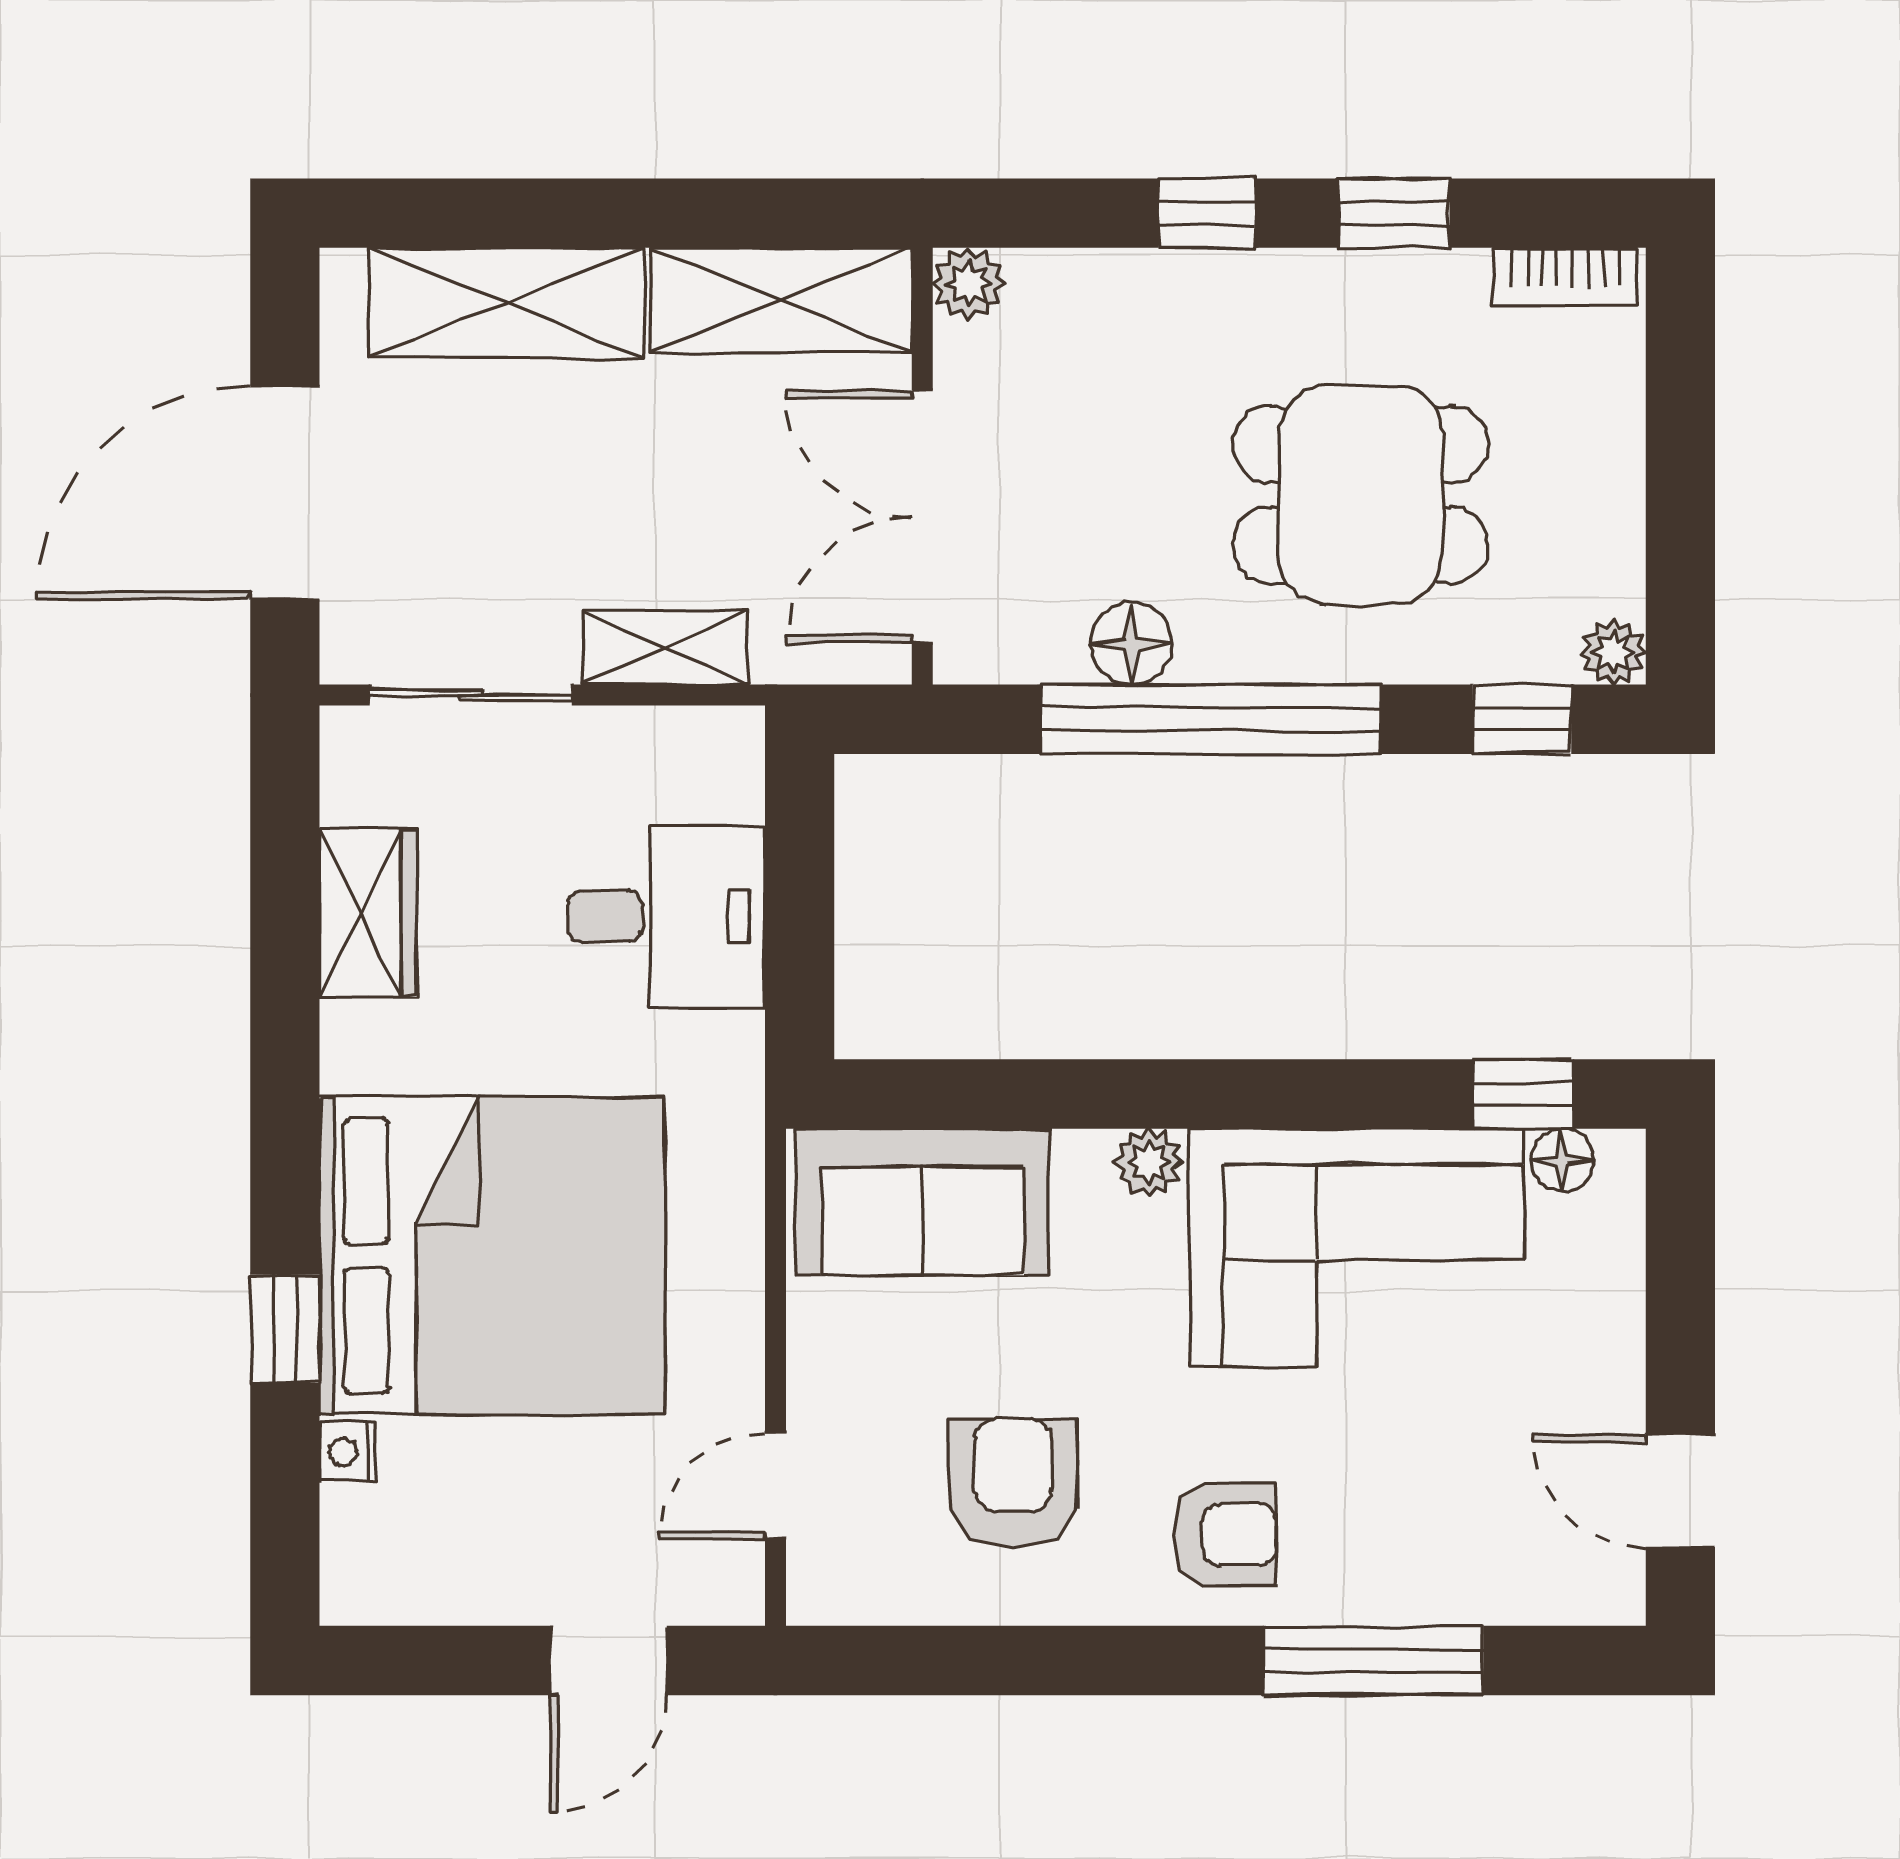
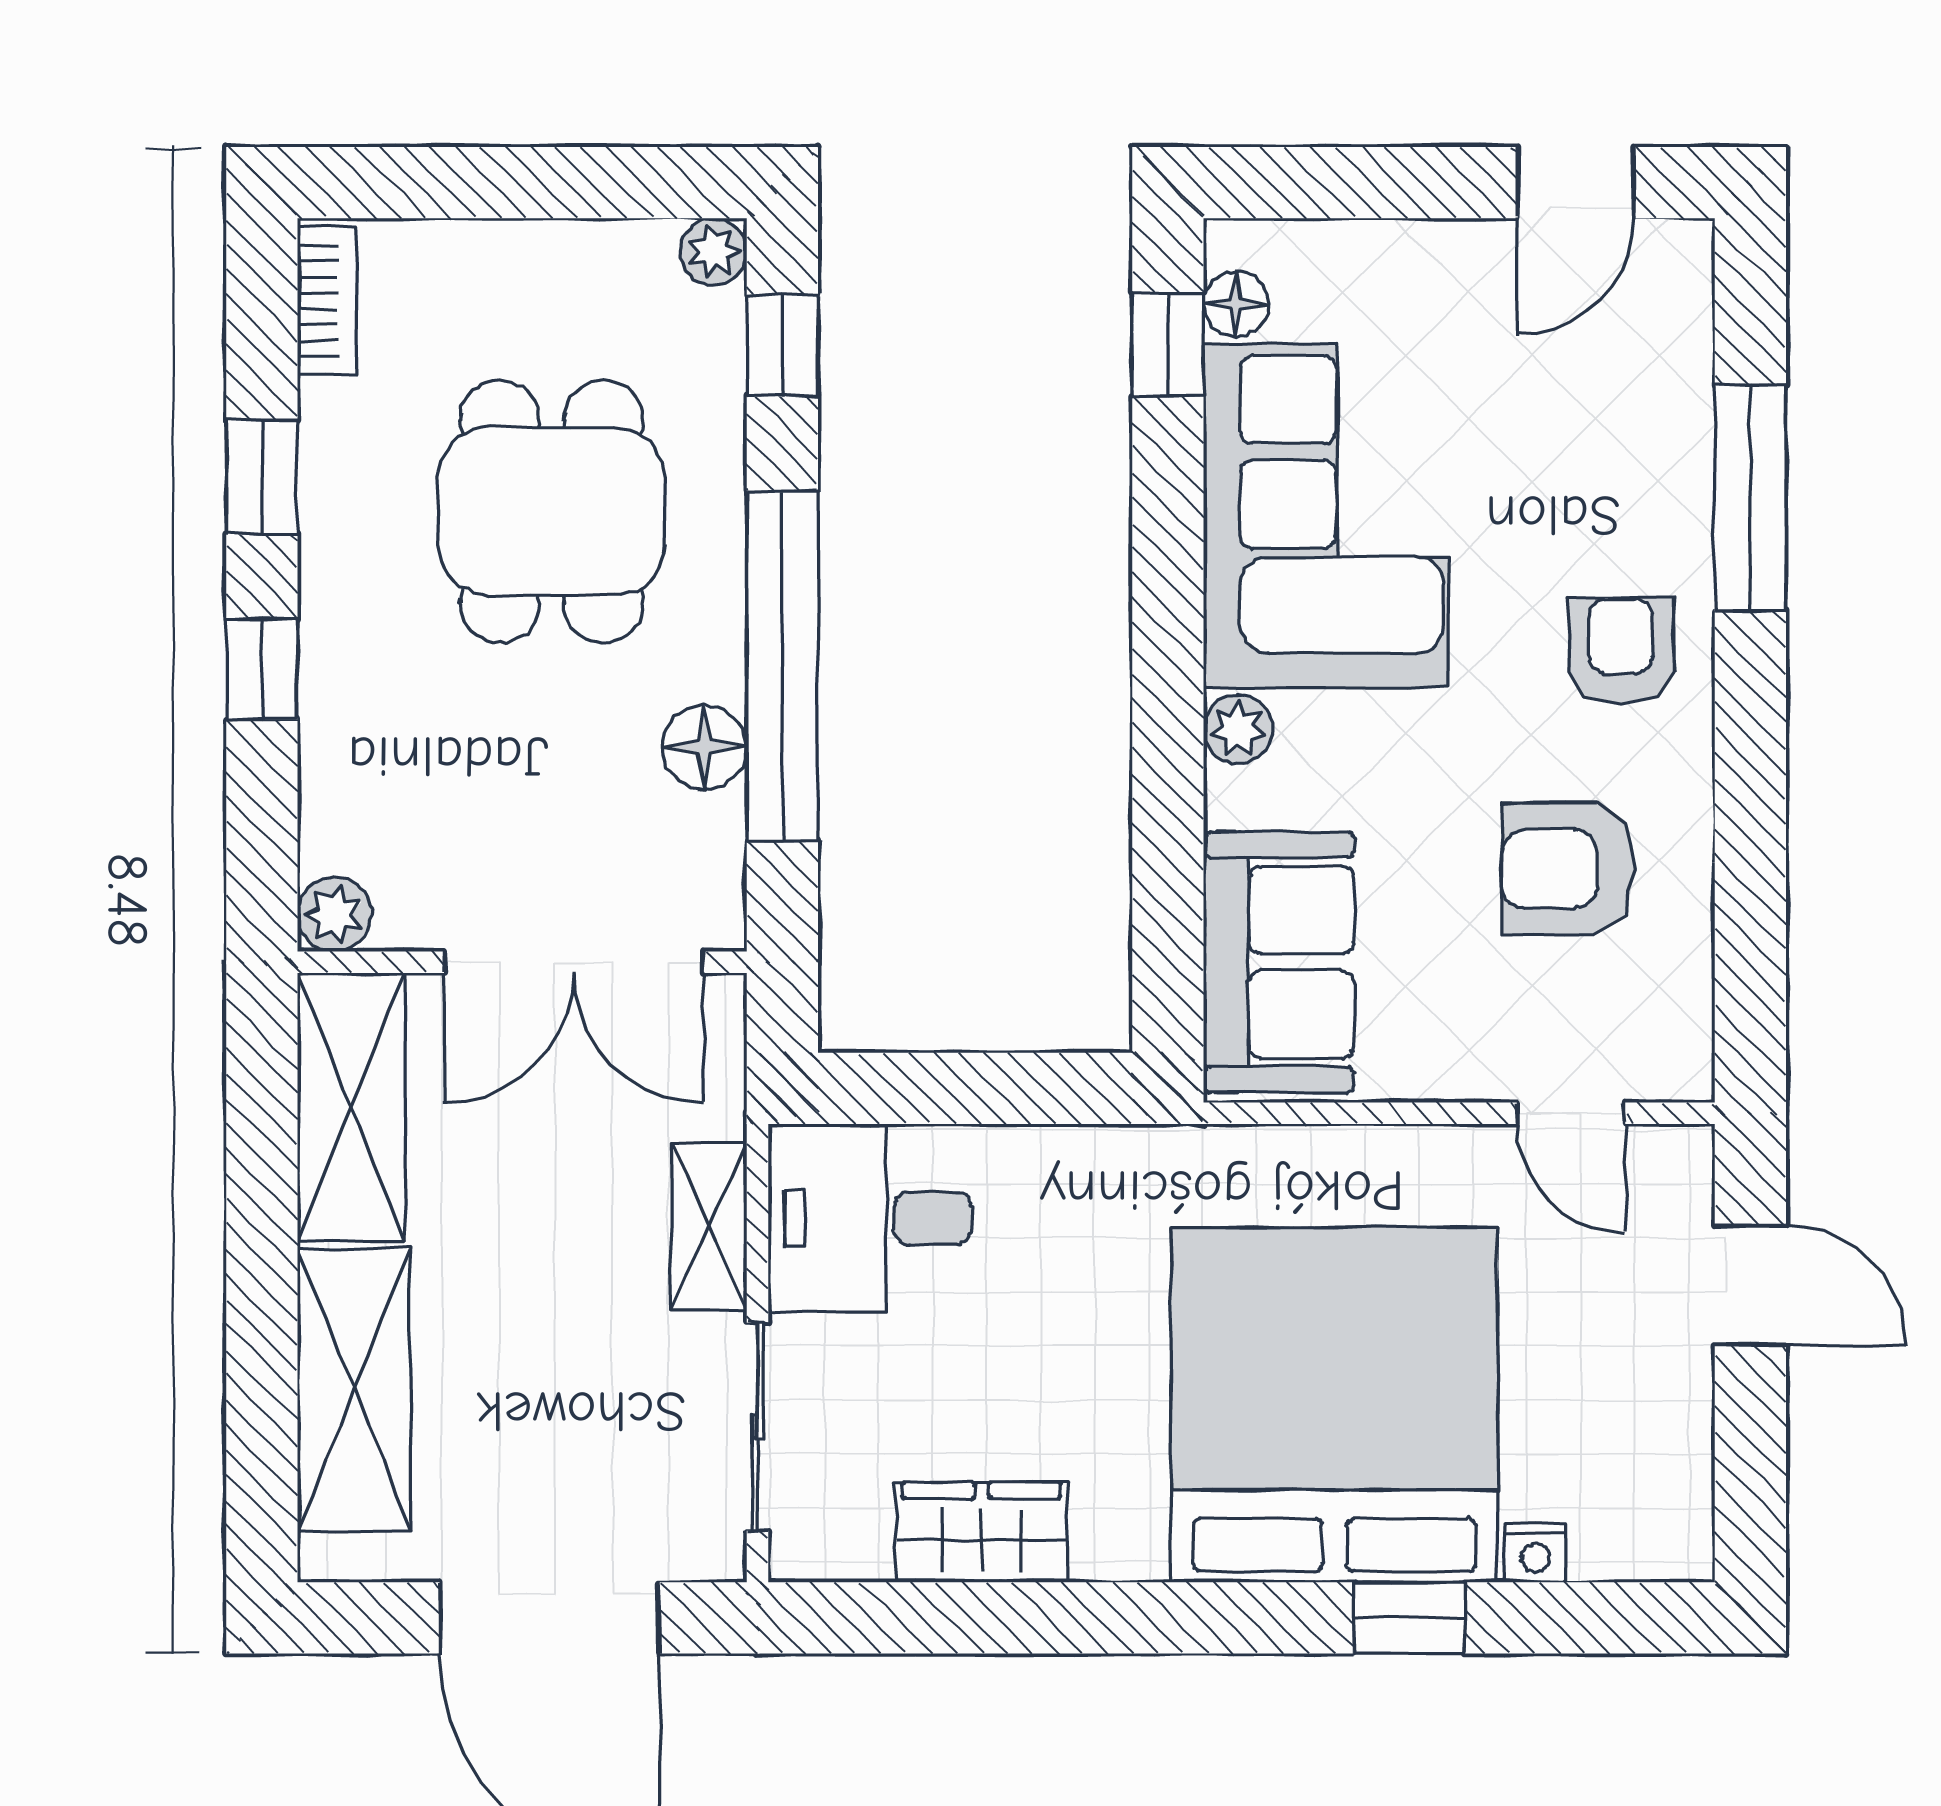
desk: (666, 917) -> (870, 1218), moved, turned -90

